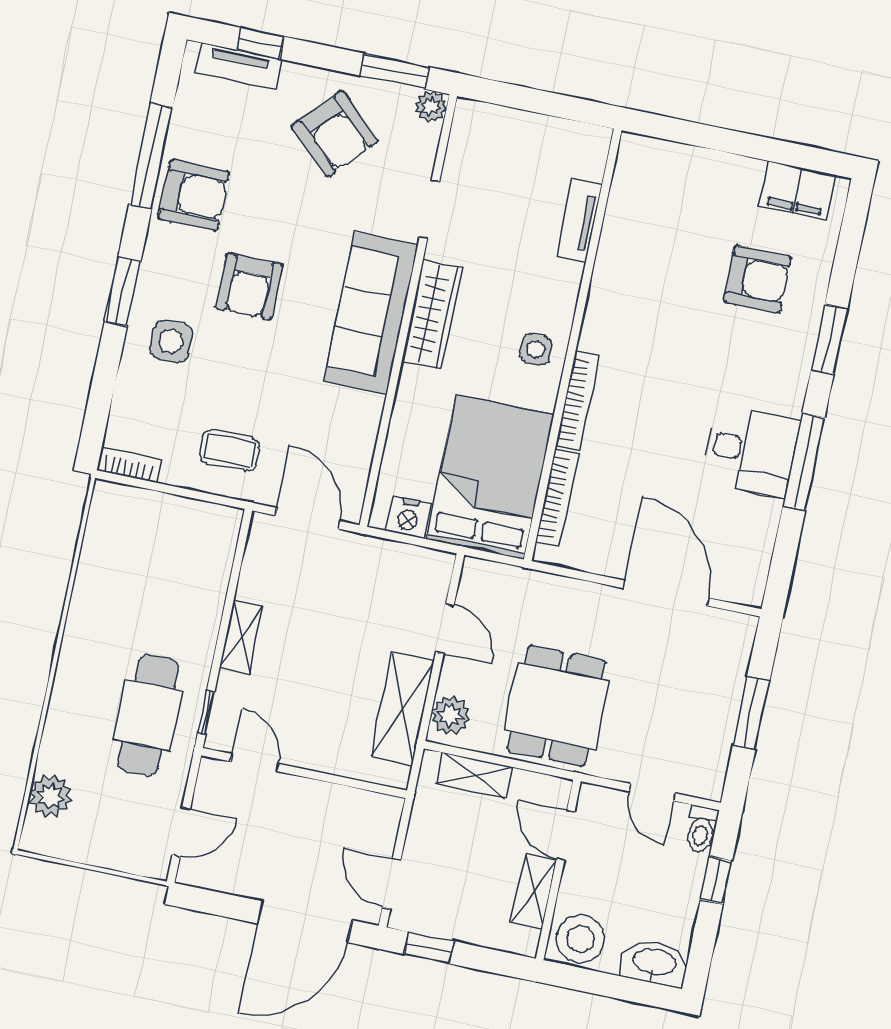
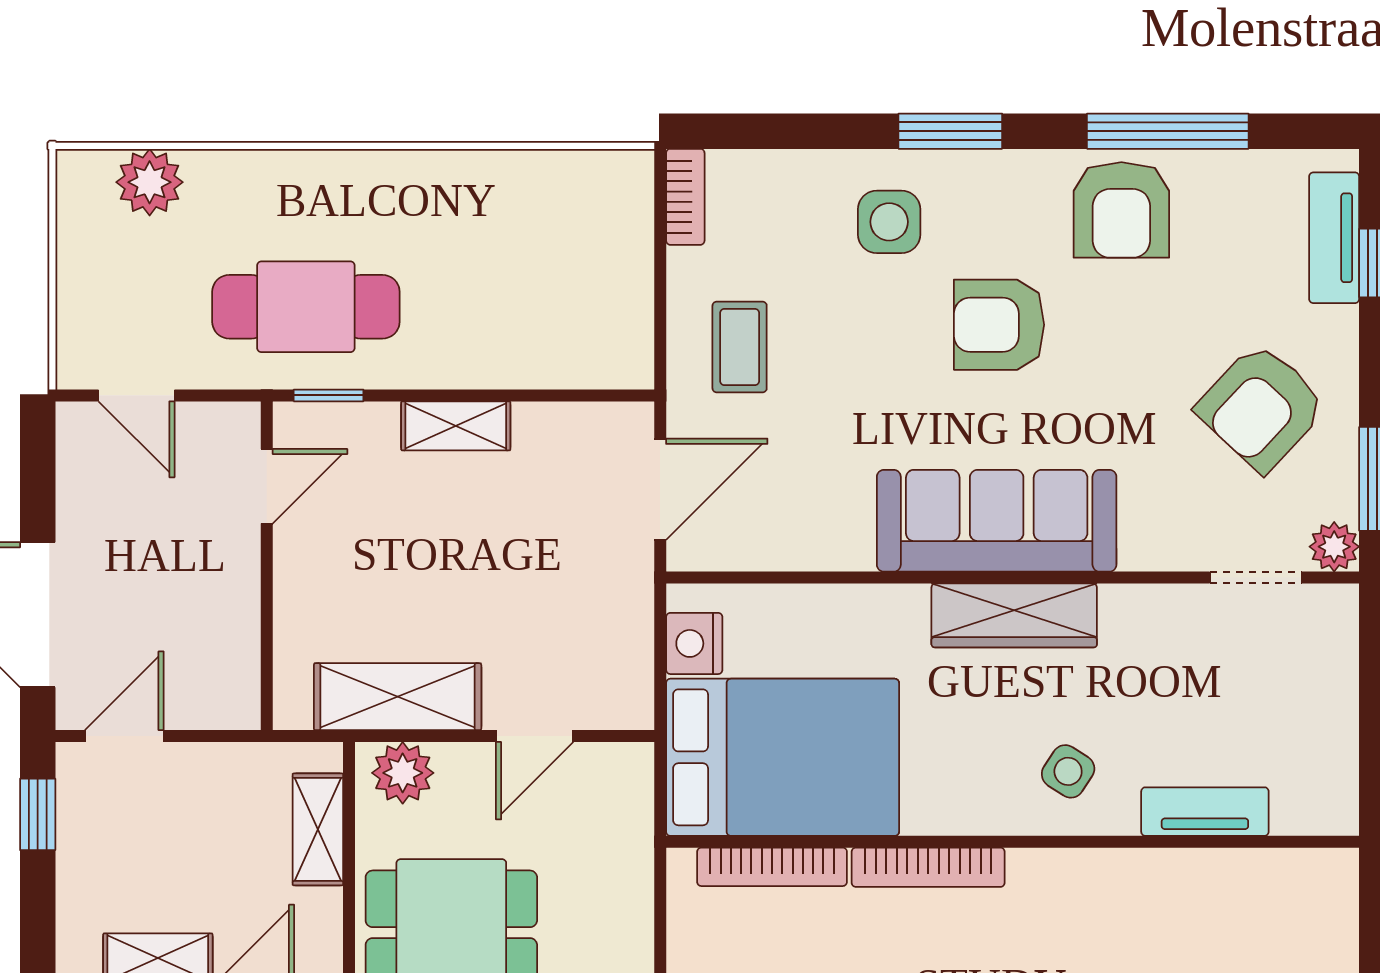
doorway: (429, 209) -> (1256, 578), moved
side table: (536, 349) -> (1068, 771), moved, turned 33

